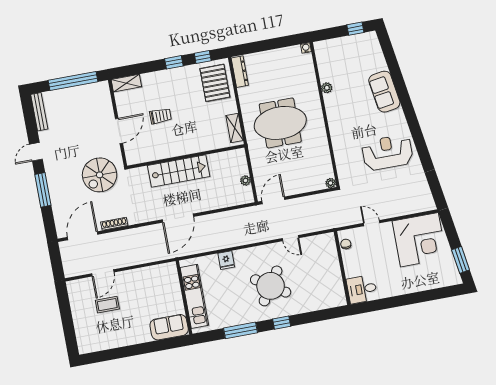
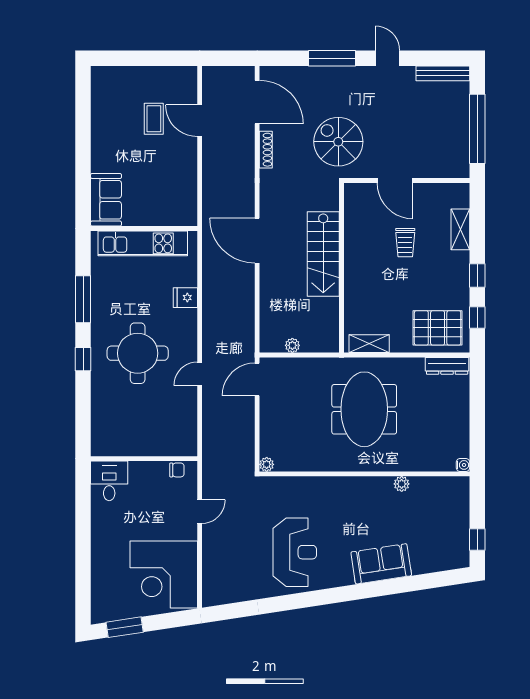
shelving: (126, 83) -> (460, 229), moved
door: (273, 200) -> (257, 379), swing flipped
door: (290, 238) -> (200, 374), moved
round table: (271, 286) -> (138, 353), turned -33

